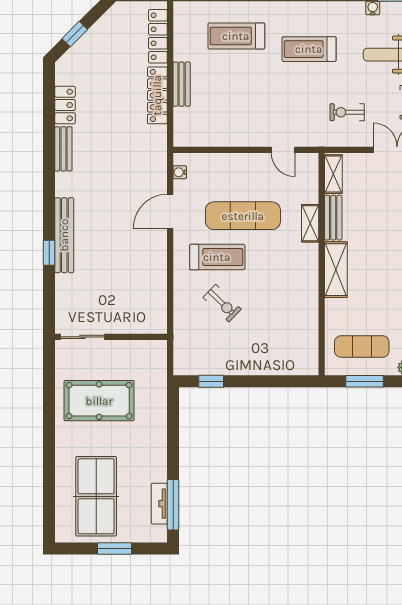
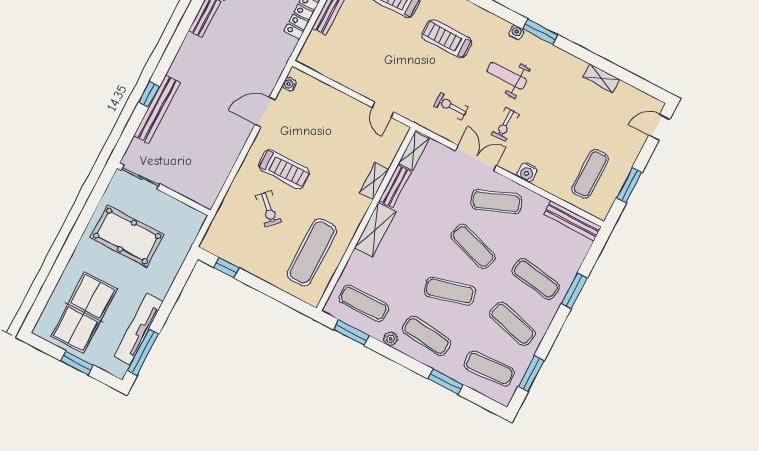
exercise mat: (243, 216) -> (312, 252), moved, turned 90
bench: (64, 235) -> (157, 109), moved
tv unit: (159, 504) -> (139, 329), width x1.92, depth x1.29

